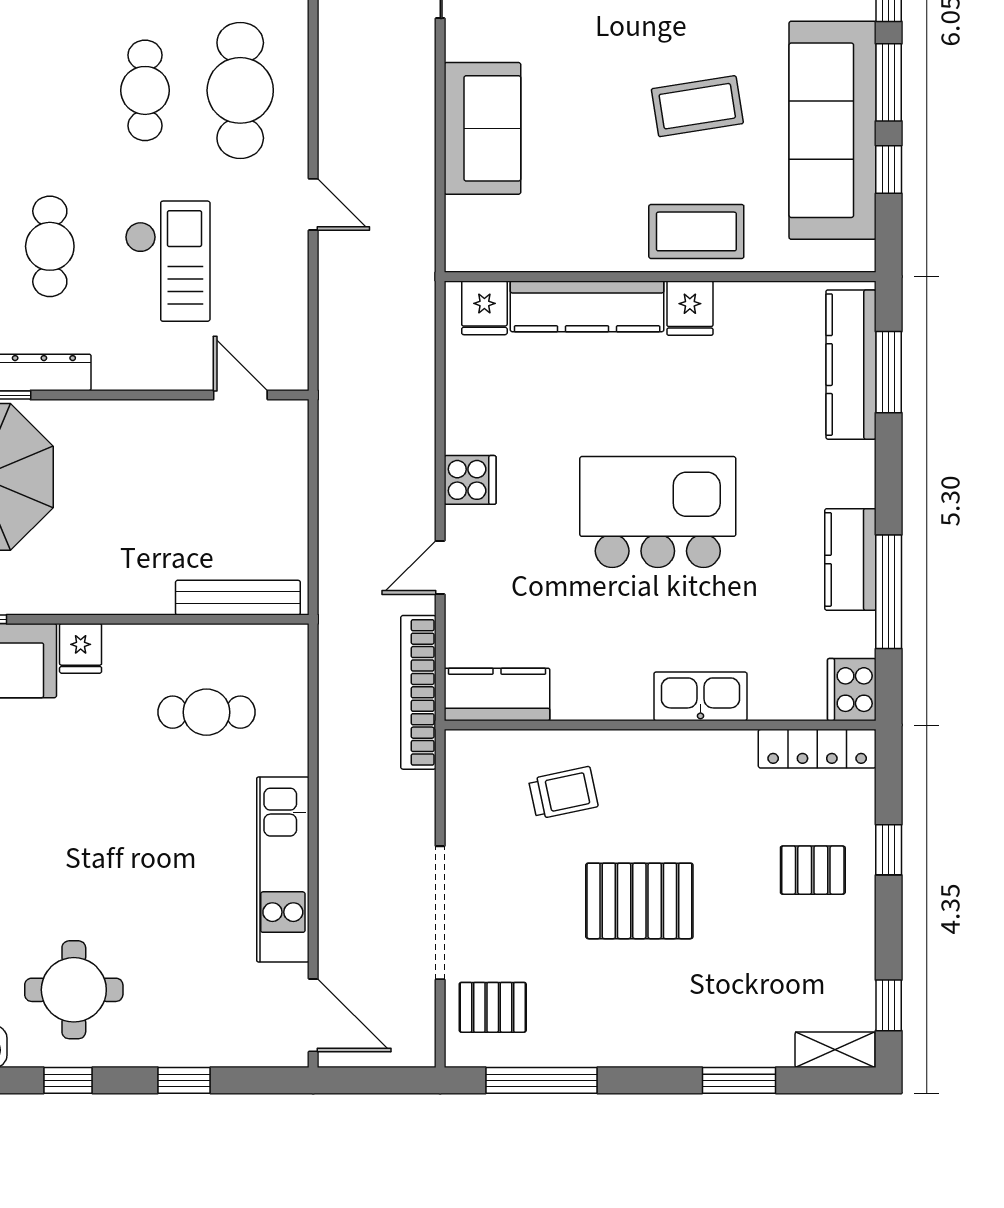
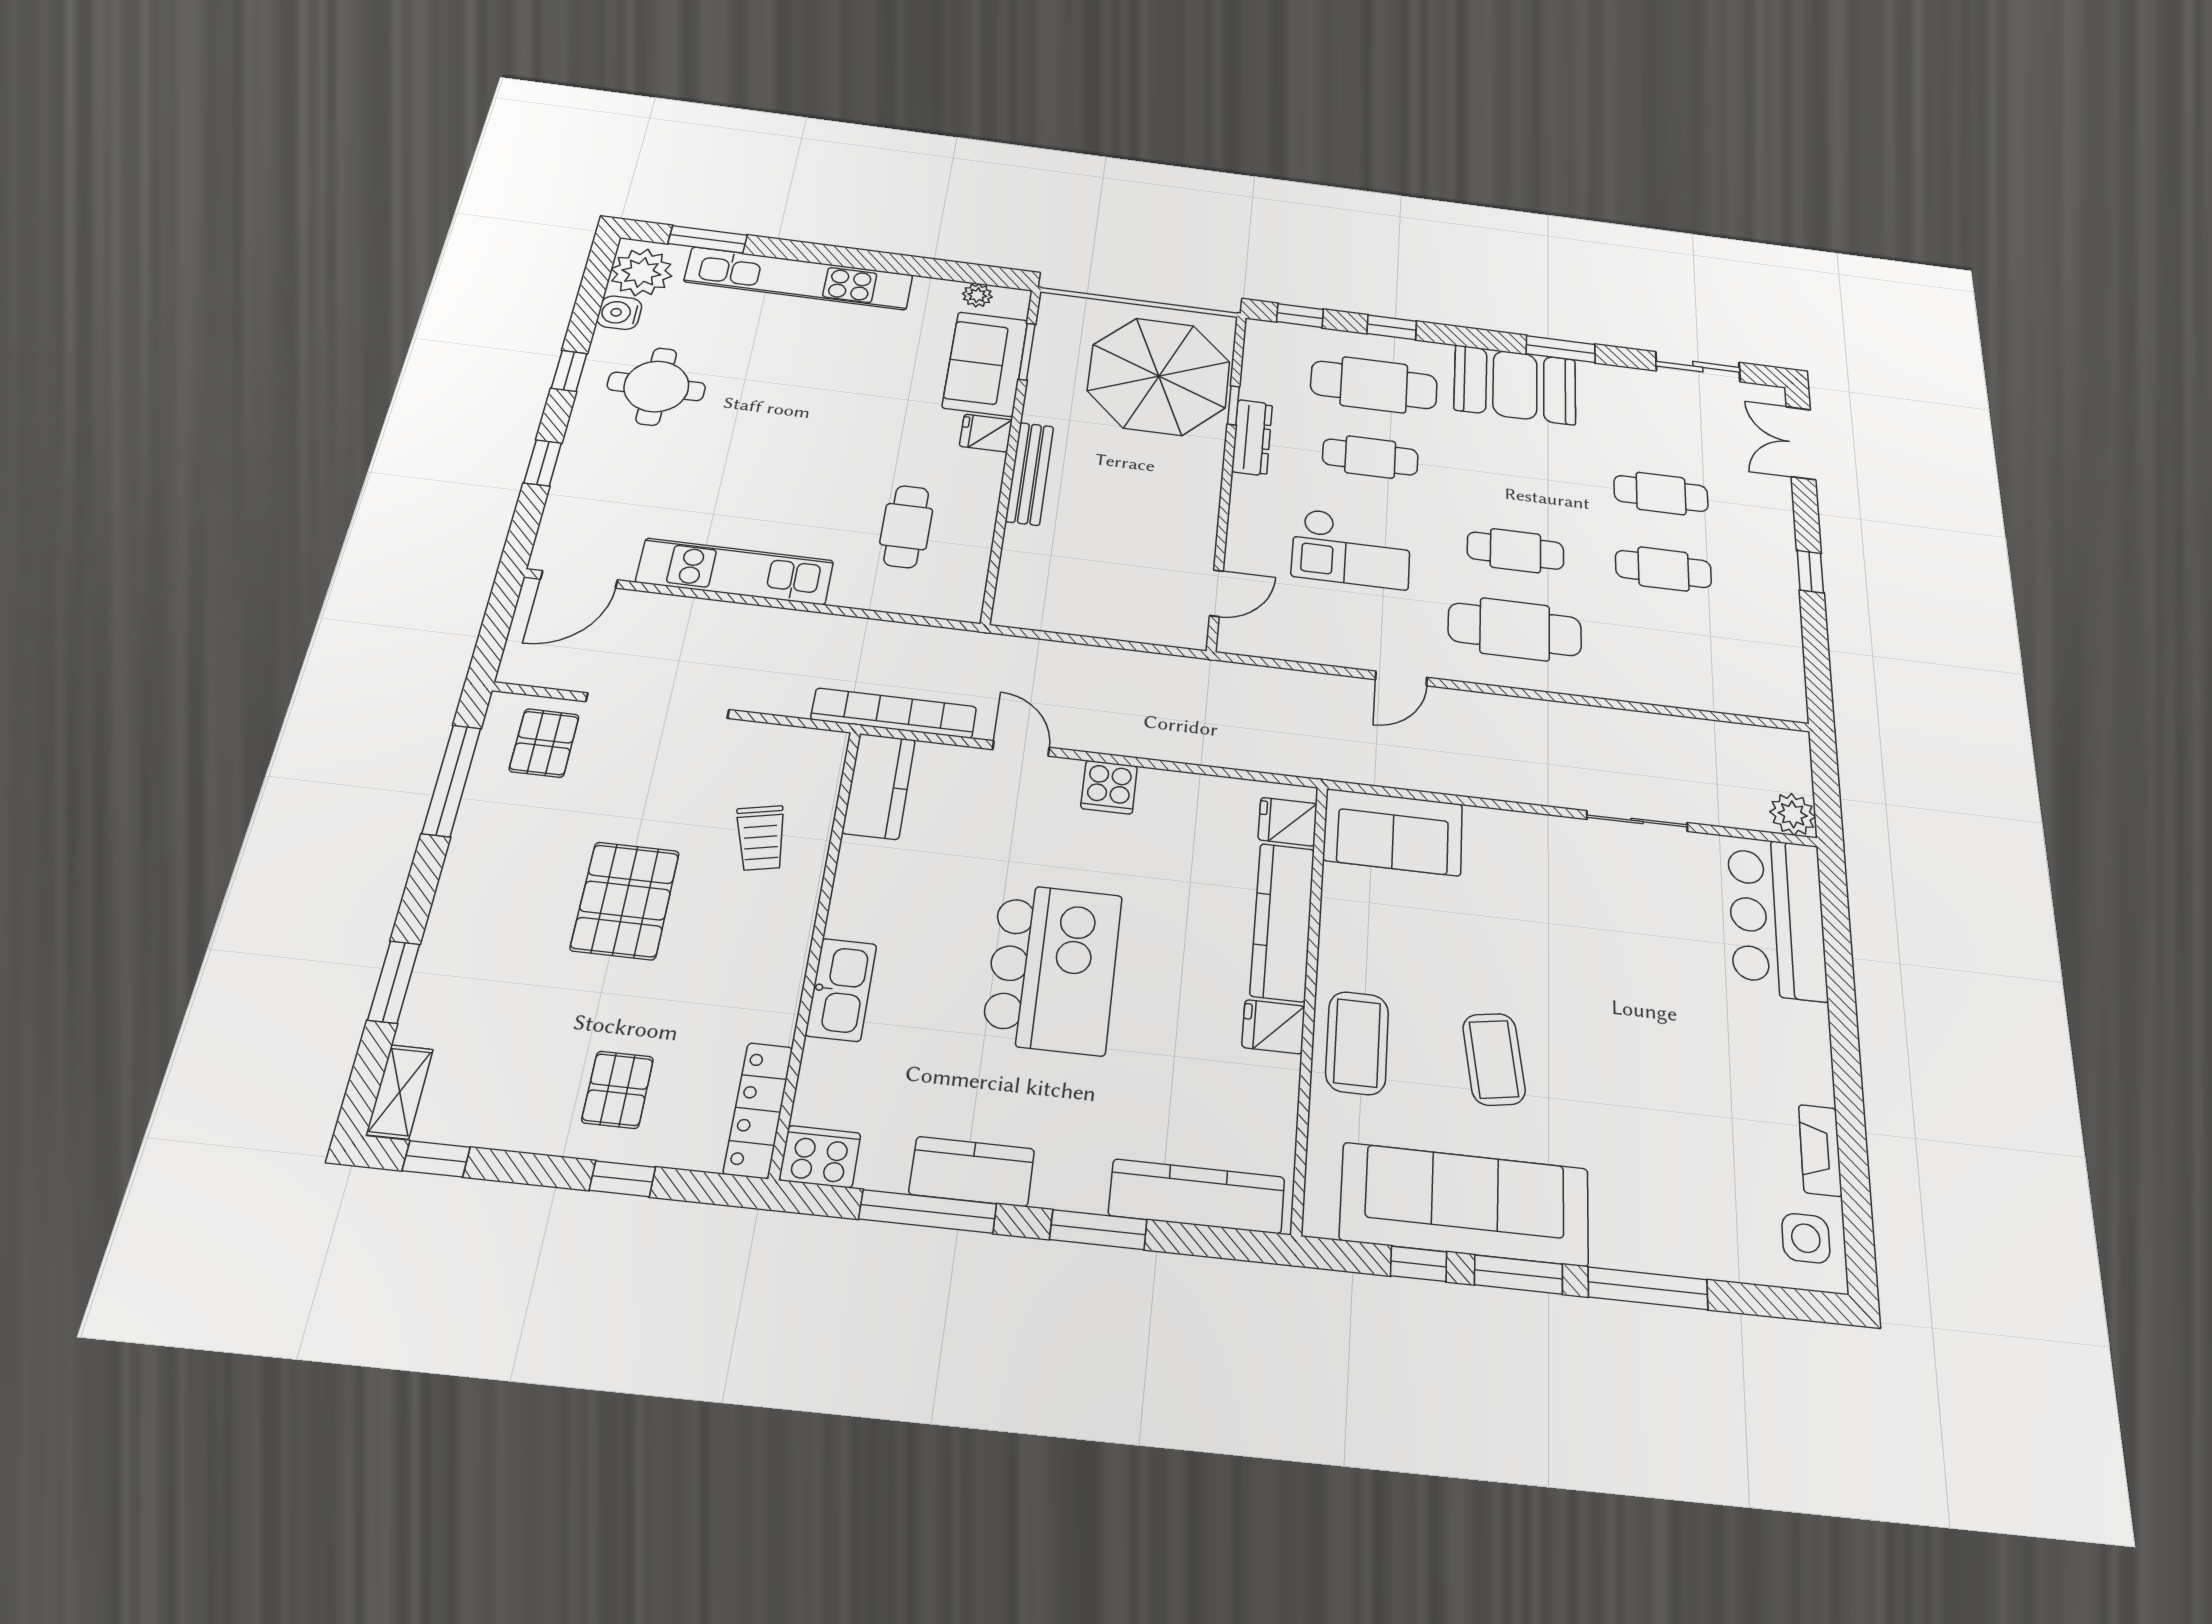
sofa: (482, 128) -> (1393, 832), moved
window: (889, 372) -> (1098, 1230), moved
bench: (238, 598) -> (1030, 474), moved

